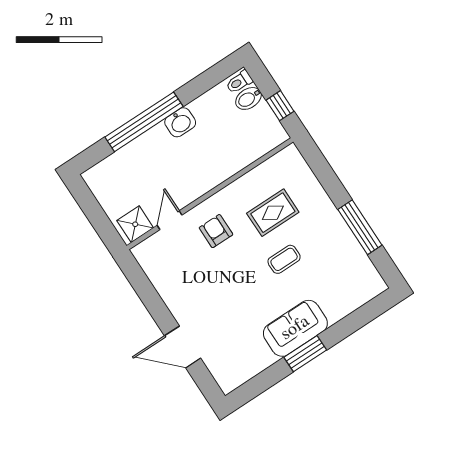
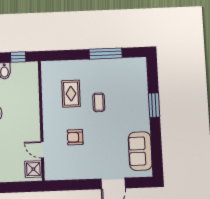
armchair: (216, 231) -> (75, 137), moved
sofa: (295, 328) -> (140, 151), moved
window: (305, 354) -> (154, 105), moved

